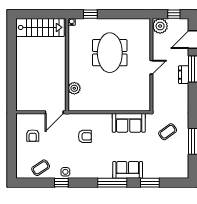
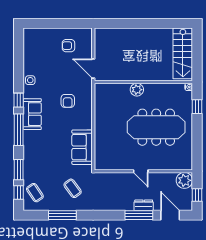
meeting table: (110, 53) -> (156, 127), width x1.36
dresser: (184, 75) -> (144, 205), moved
plant: (74, 88) -> (137, 90), moved
coffee table: (41, 168) -> (35, 193), moved
sofa: (128, 170) -> (32, 114), moved
window: (61, 183) -> (19, 100), moved
window: (172, 183) -> (19, 192), added

